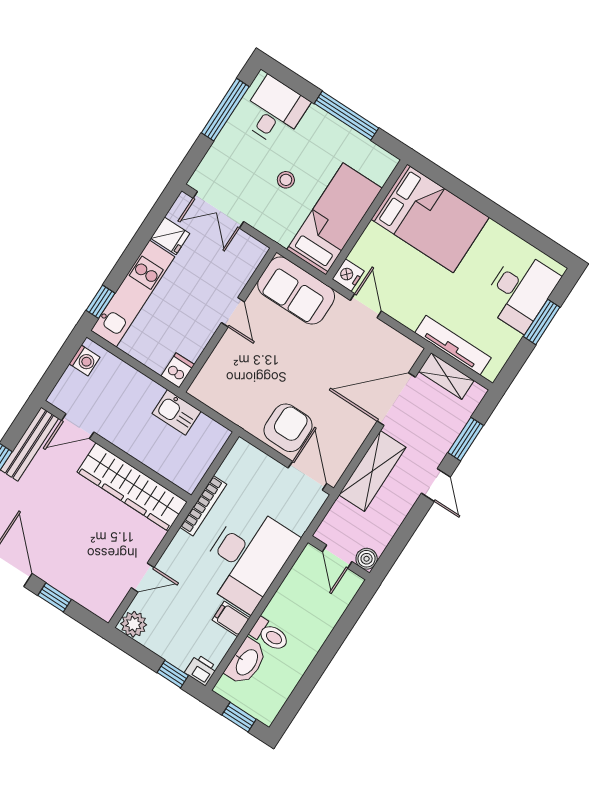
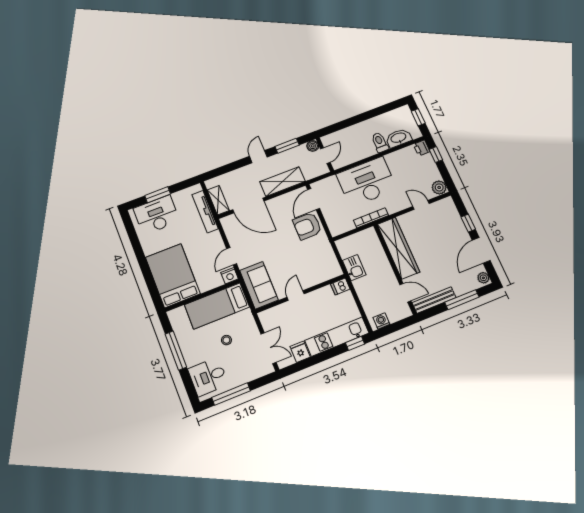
window: (466, 439) -> (287, 146), moved
filing cabinet: (231, 619) -> (393, 161), removed

